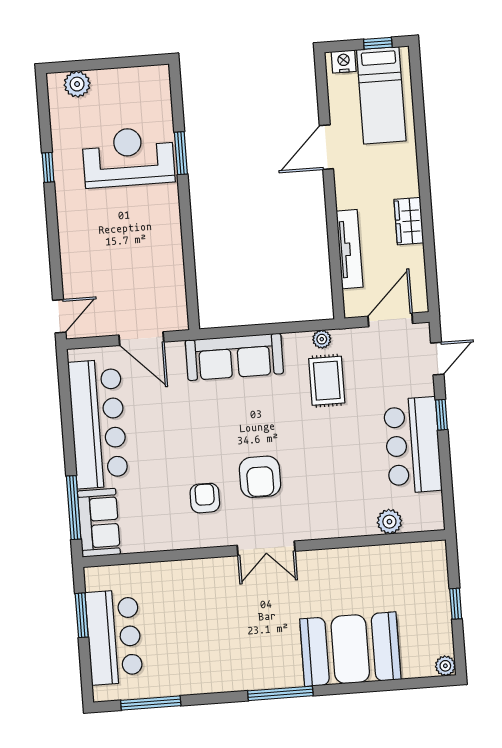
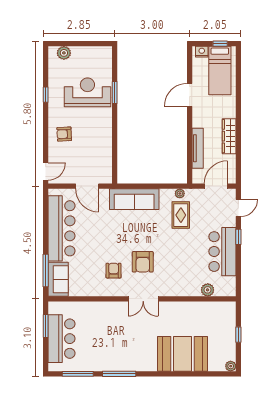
wardrobe: (409, 221) -> (229, 136), width x1.50
armchair: (89, 241) -> (64, 134), added
window: (280, 693) -> (119, 374), moved

